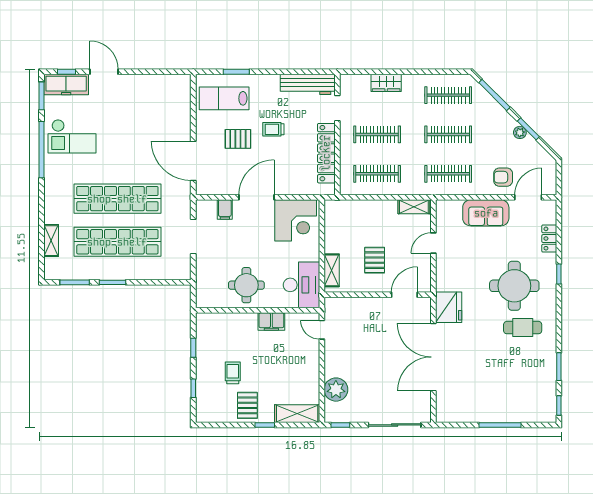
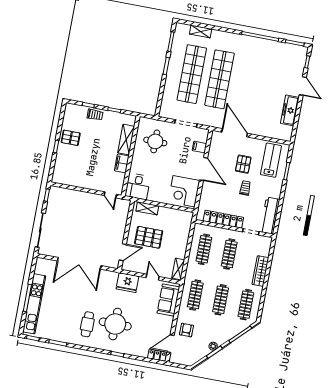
door: (104, 72) -> (303, 86), hinge flipped
wardrobe: (386, 83) -> (260, 271), width x1.50
freezer: (66, 84) -> (290, 110), moved
checkout: (72, 136) -> (265, 58), removed
door: (193, 161) -> (235, 133), hinge flipped
door: (528, 197) -> (170, 344), swing flipped
sofa: (486, 213) -> (168, 300), moved
locker: (549, 239) -> (157, 355), moved
pallet: (375, 260) -> (149, 237), width x1.50, depth x1.42
round table: (246, 285) -> (155, 141), moved
desk: (301, 285) -> (138, 186), width x0.73
door: (404, 295) -> (123, 252), hinge flipped
fridge: (449, 307) -> (127, 283), moved
door: (322, 330) -> (110, 195), swing flipped
double door: (433, 357) -> (79, 263), swing flipped
trolley: (233, 373) -> (95, 115), moved
plant: (336, 390) -> (70, 197), removed
kitchen unit: (507, 413) -> (34, 304), added
shelving: (297, 414) -> (126, 140), moved

